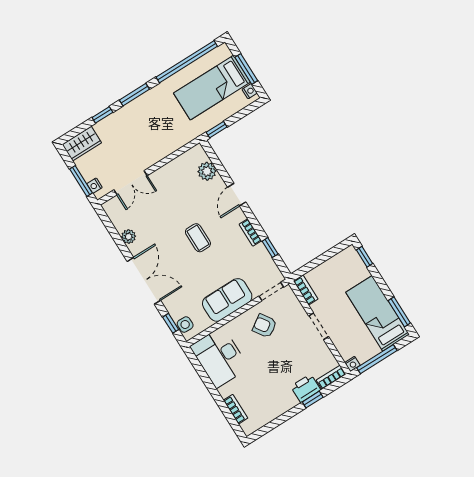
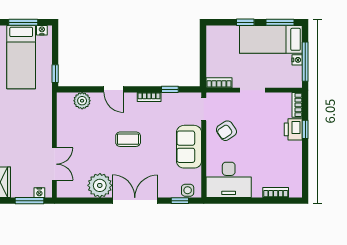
plant: (129, 237) -> (100, 185), width x1.88, depth x1.88
window: (364, 257) -> (245, 22), moved
nightstand: (352, 364) -> (297, 60), moved

